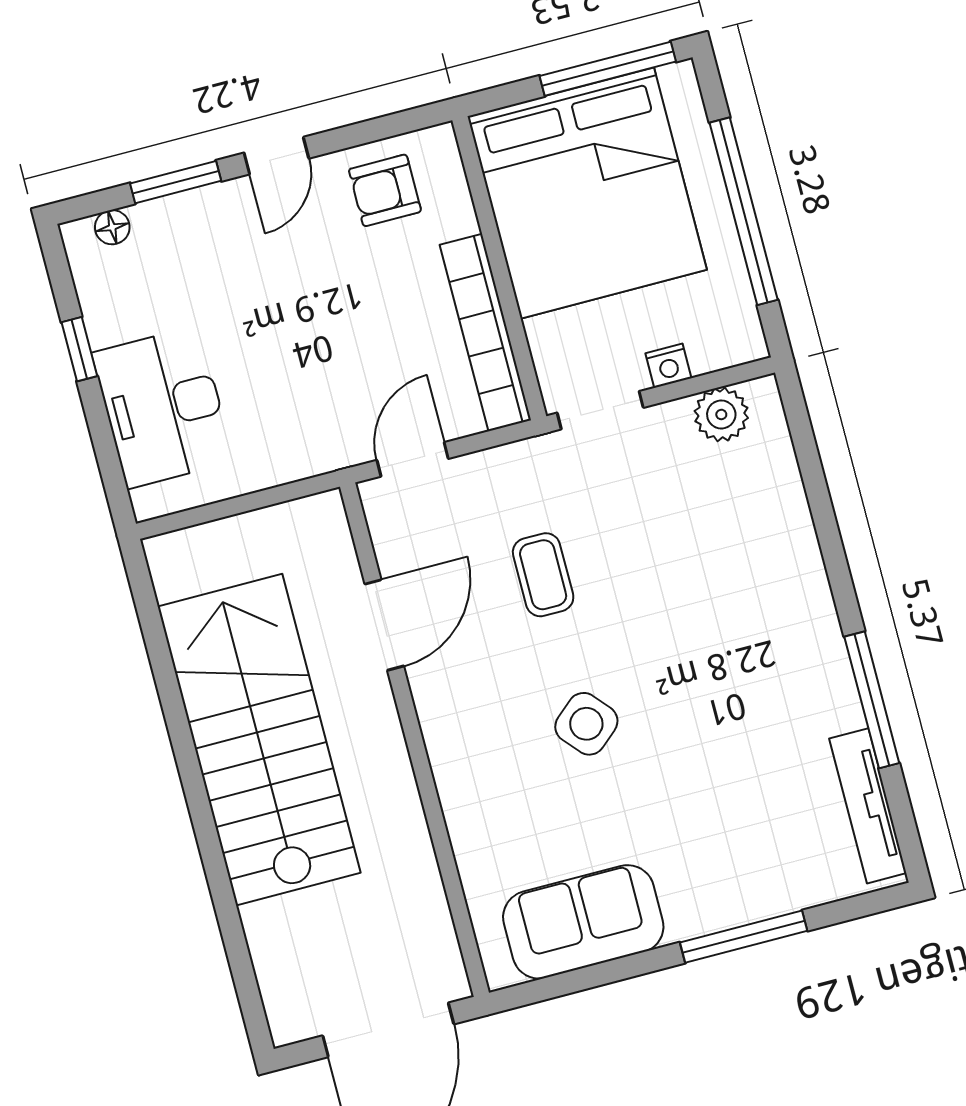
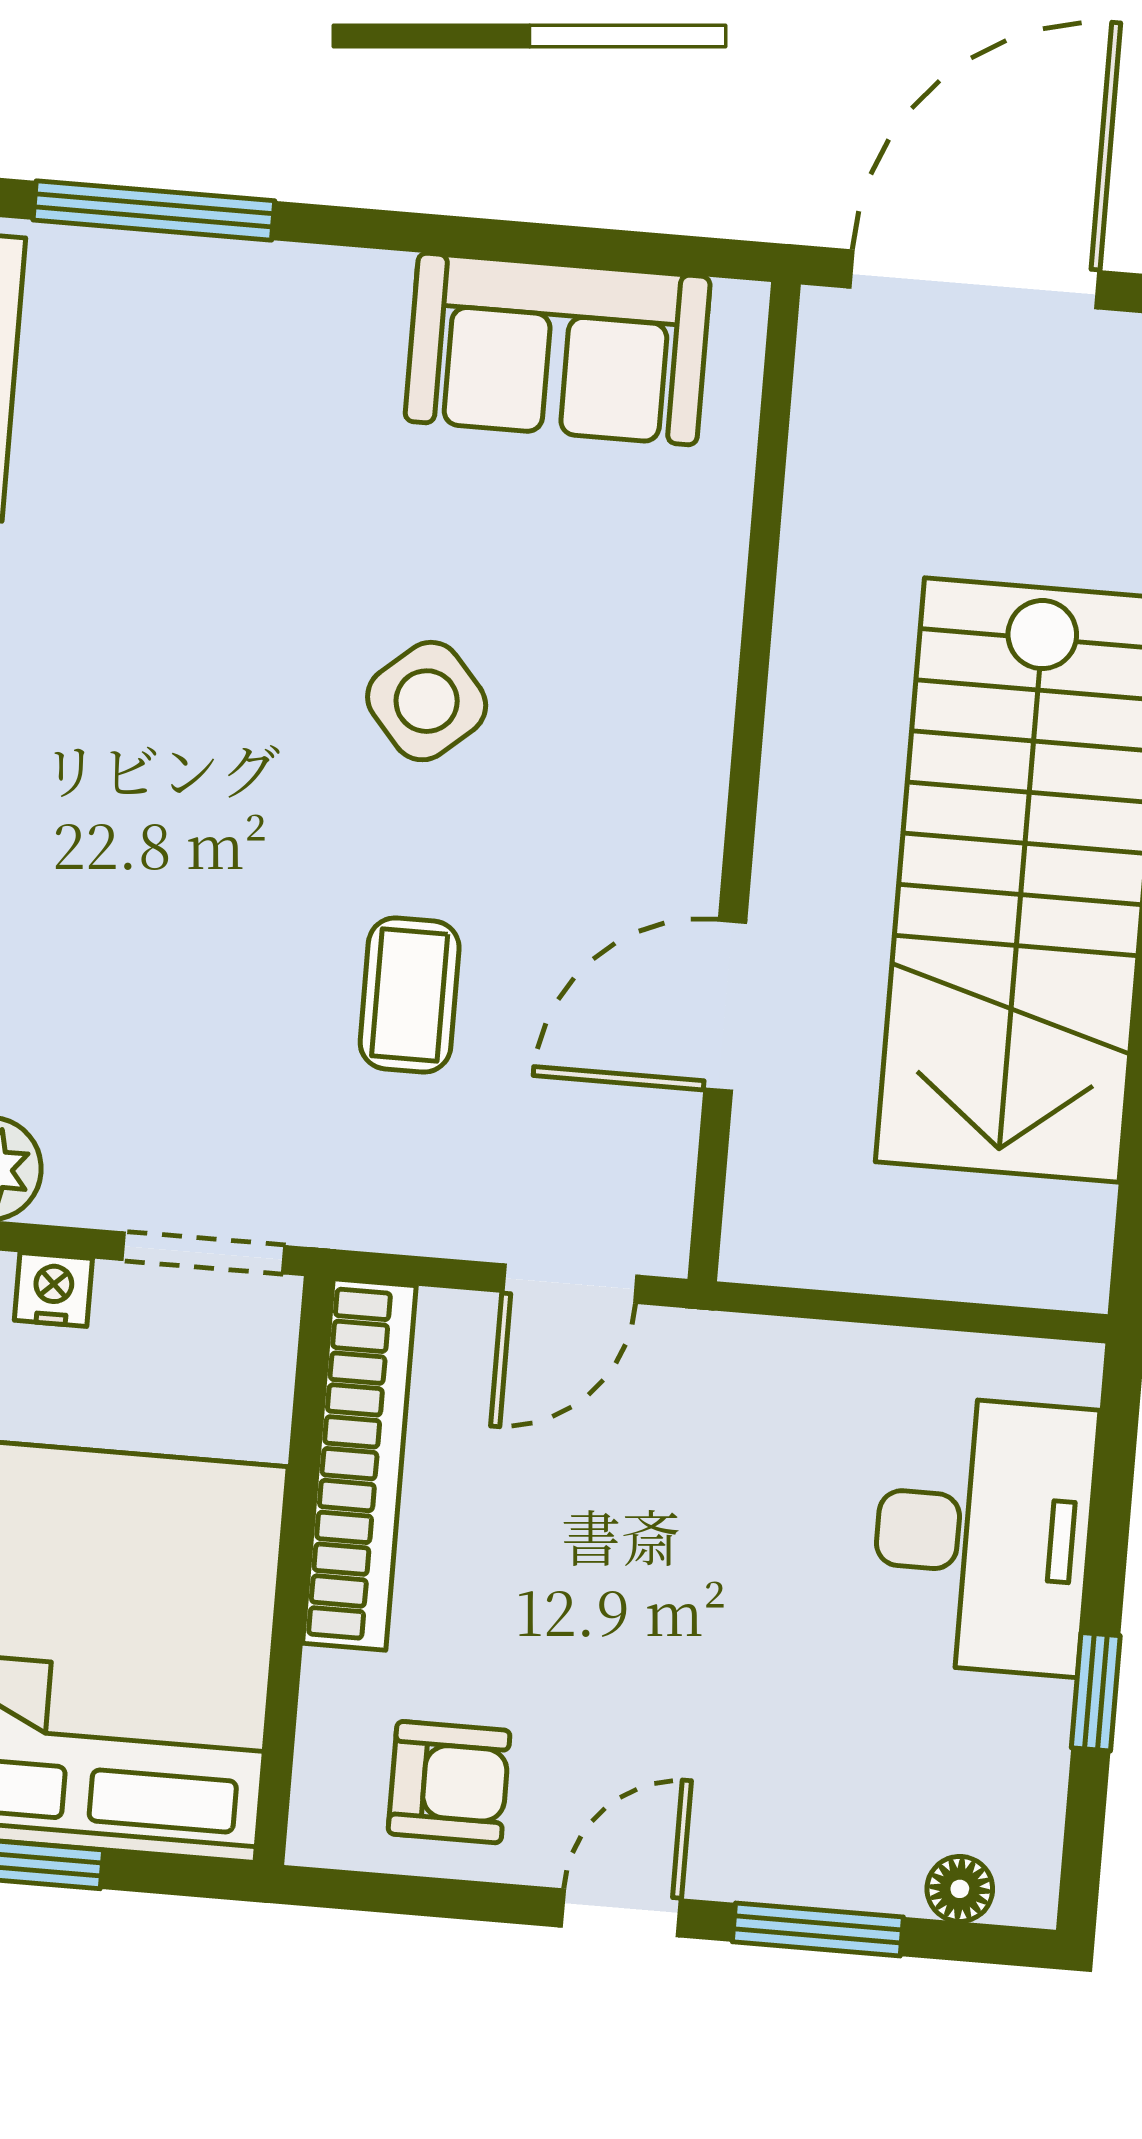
window: (744, 937) -> (154, 210), moved

